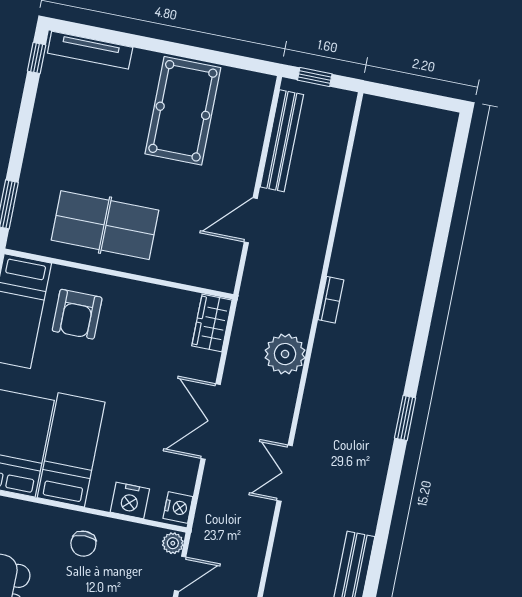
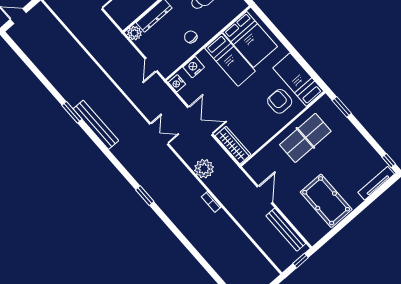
wardrobe: (212, 323) -> (233, 145), width x1.50
plant: (173, 543) -> (165, 71), removed

